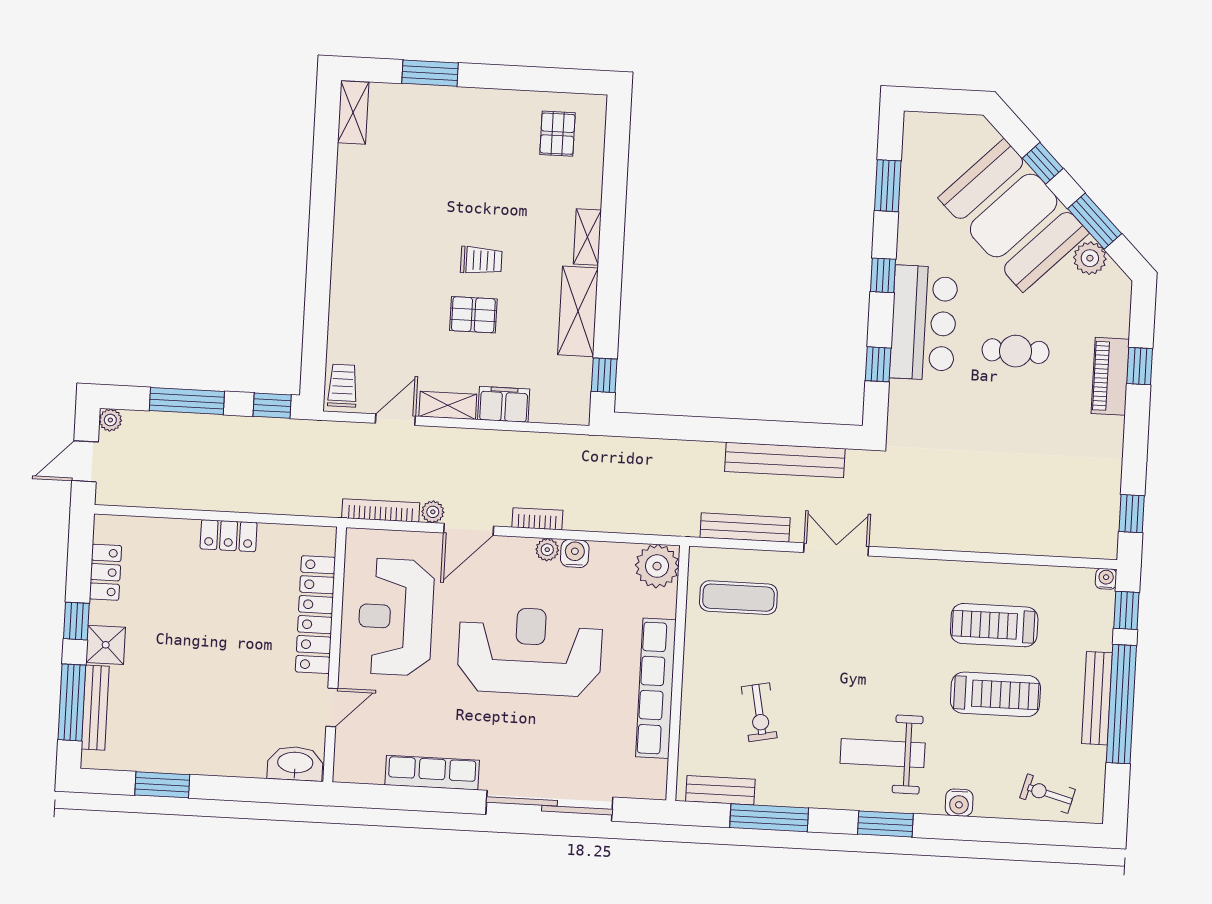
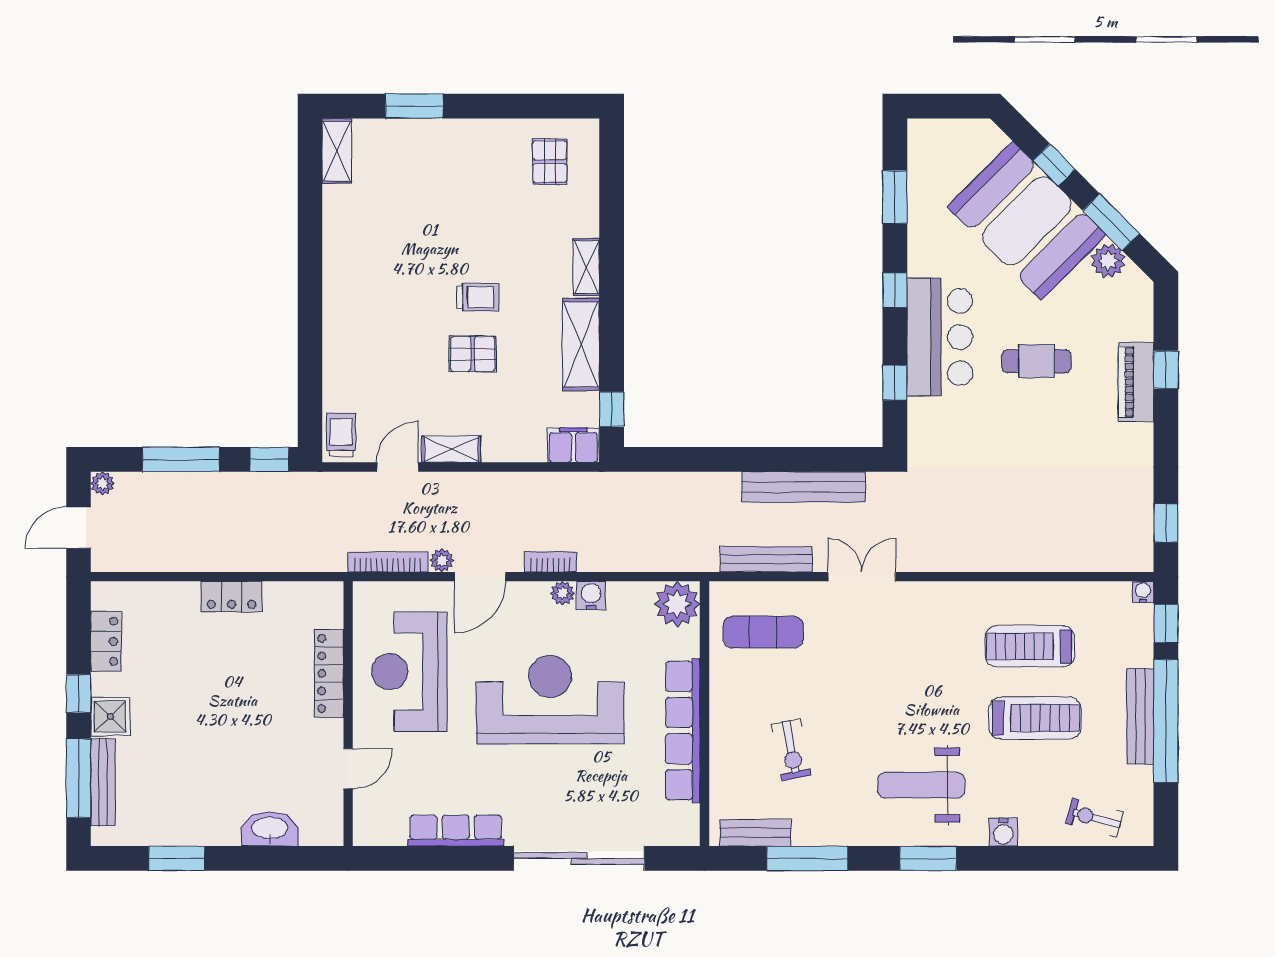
filing cabinet: (504, 404) -> (573, 445), moved
locker: (315, 615) -> (329, 673), width x0.71, depth x0.83
washbasin: (295, 764) -> (270, 829), moved

